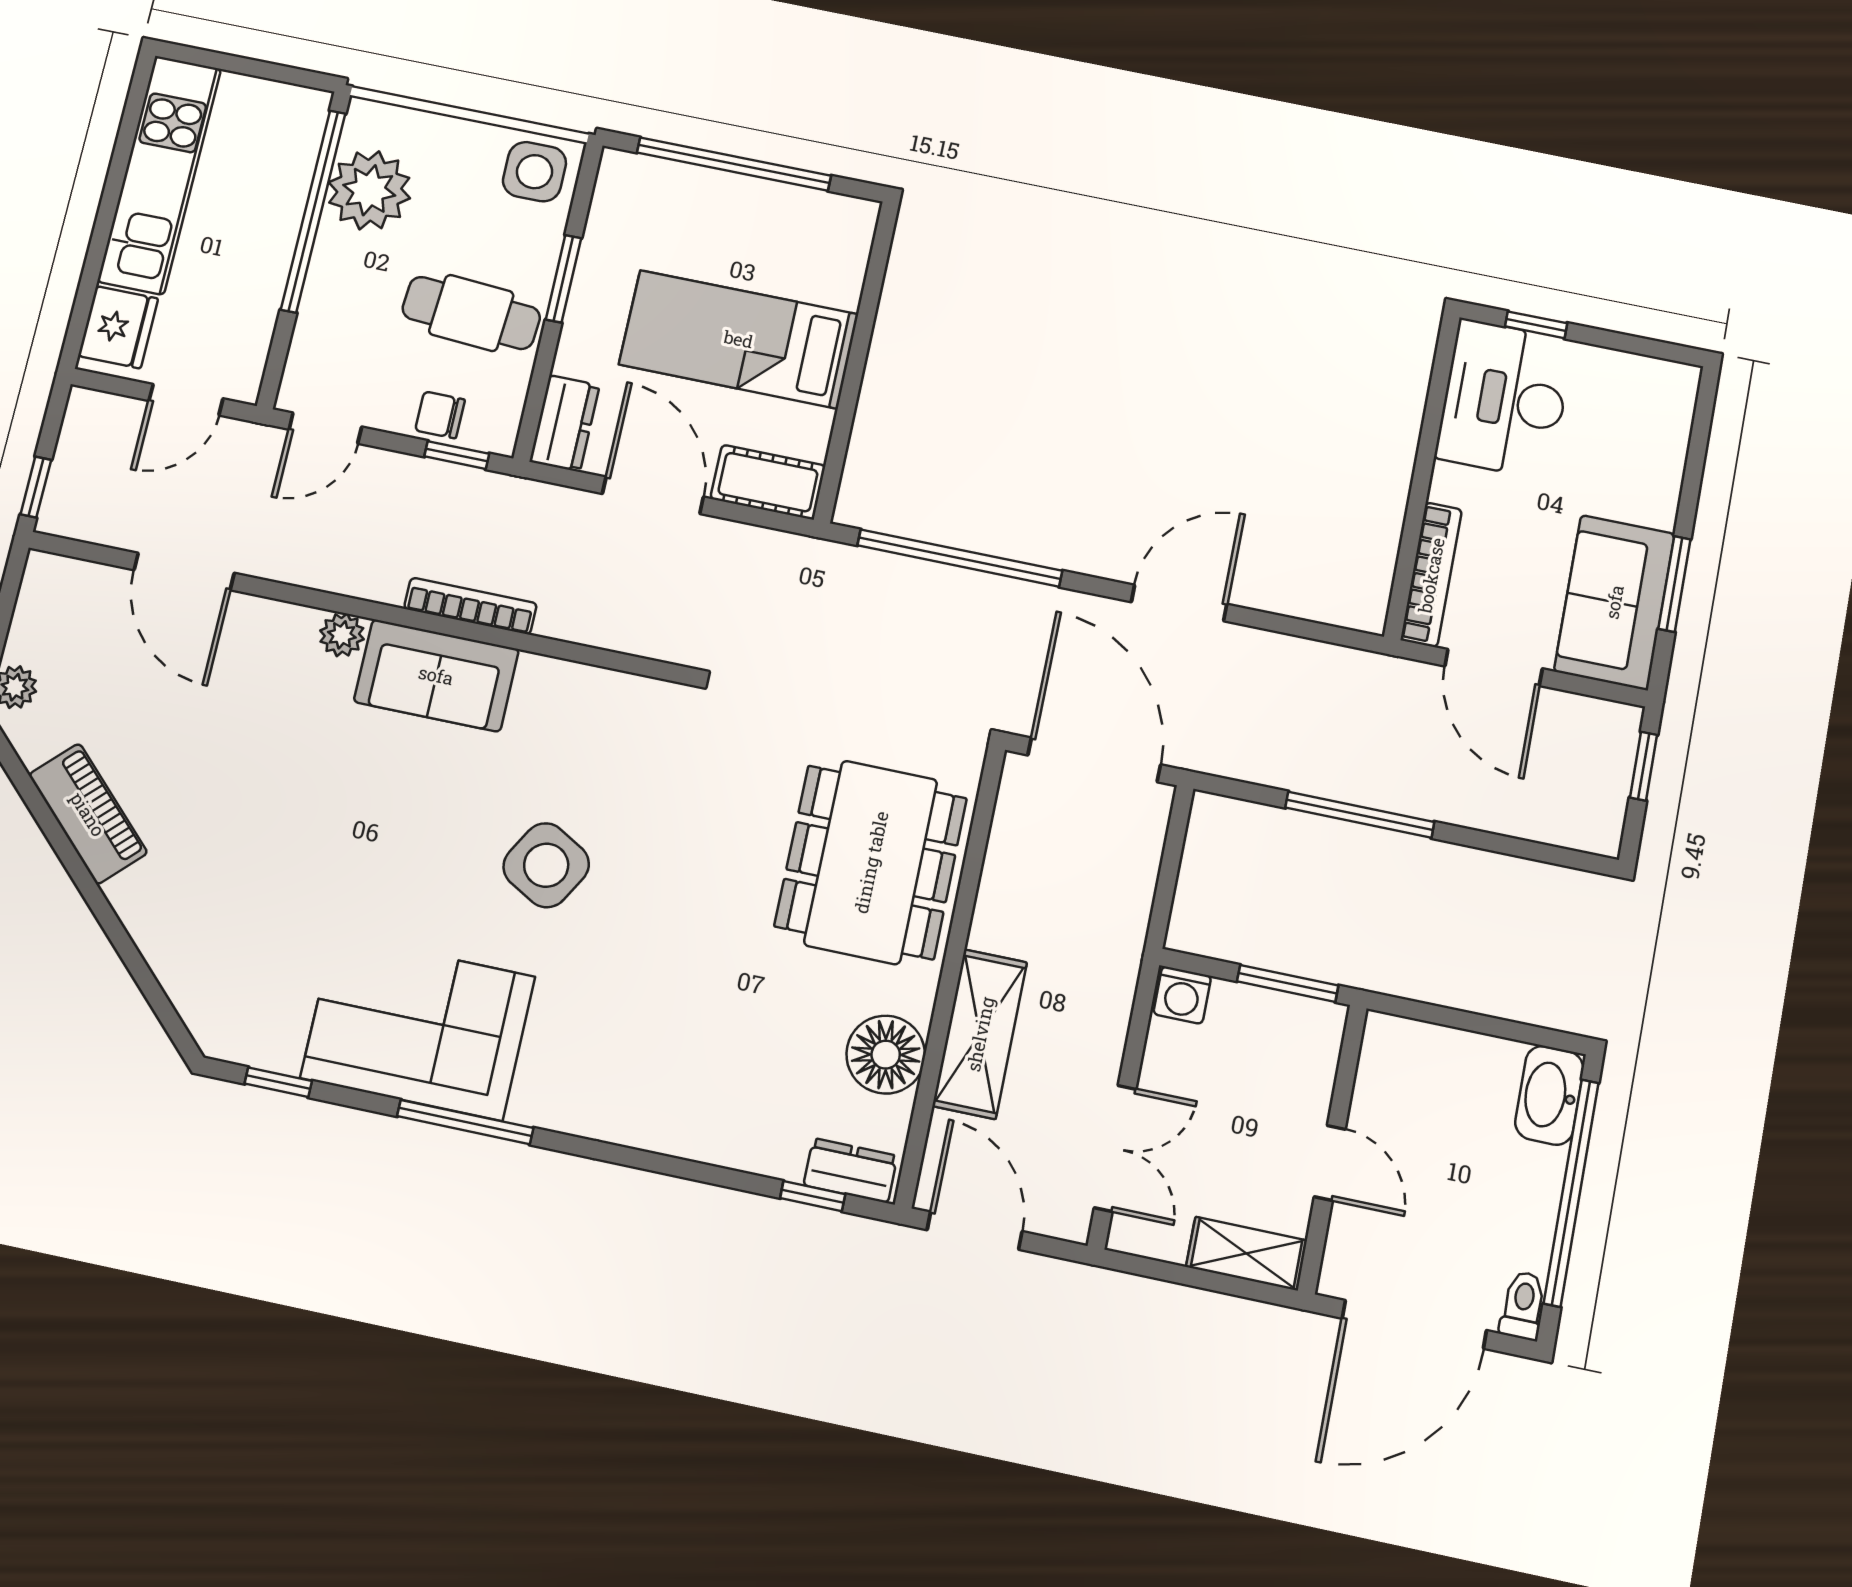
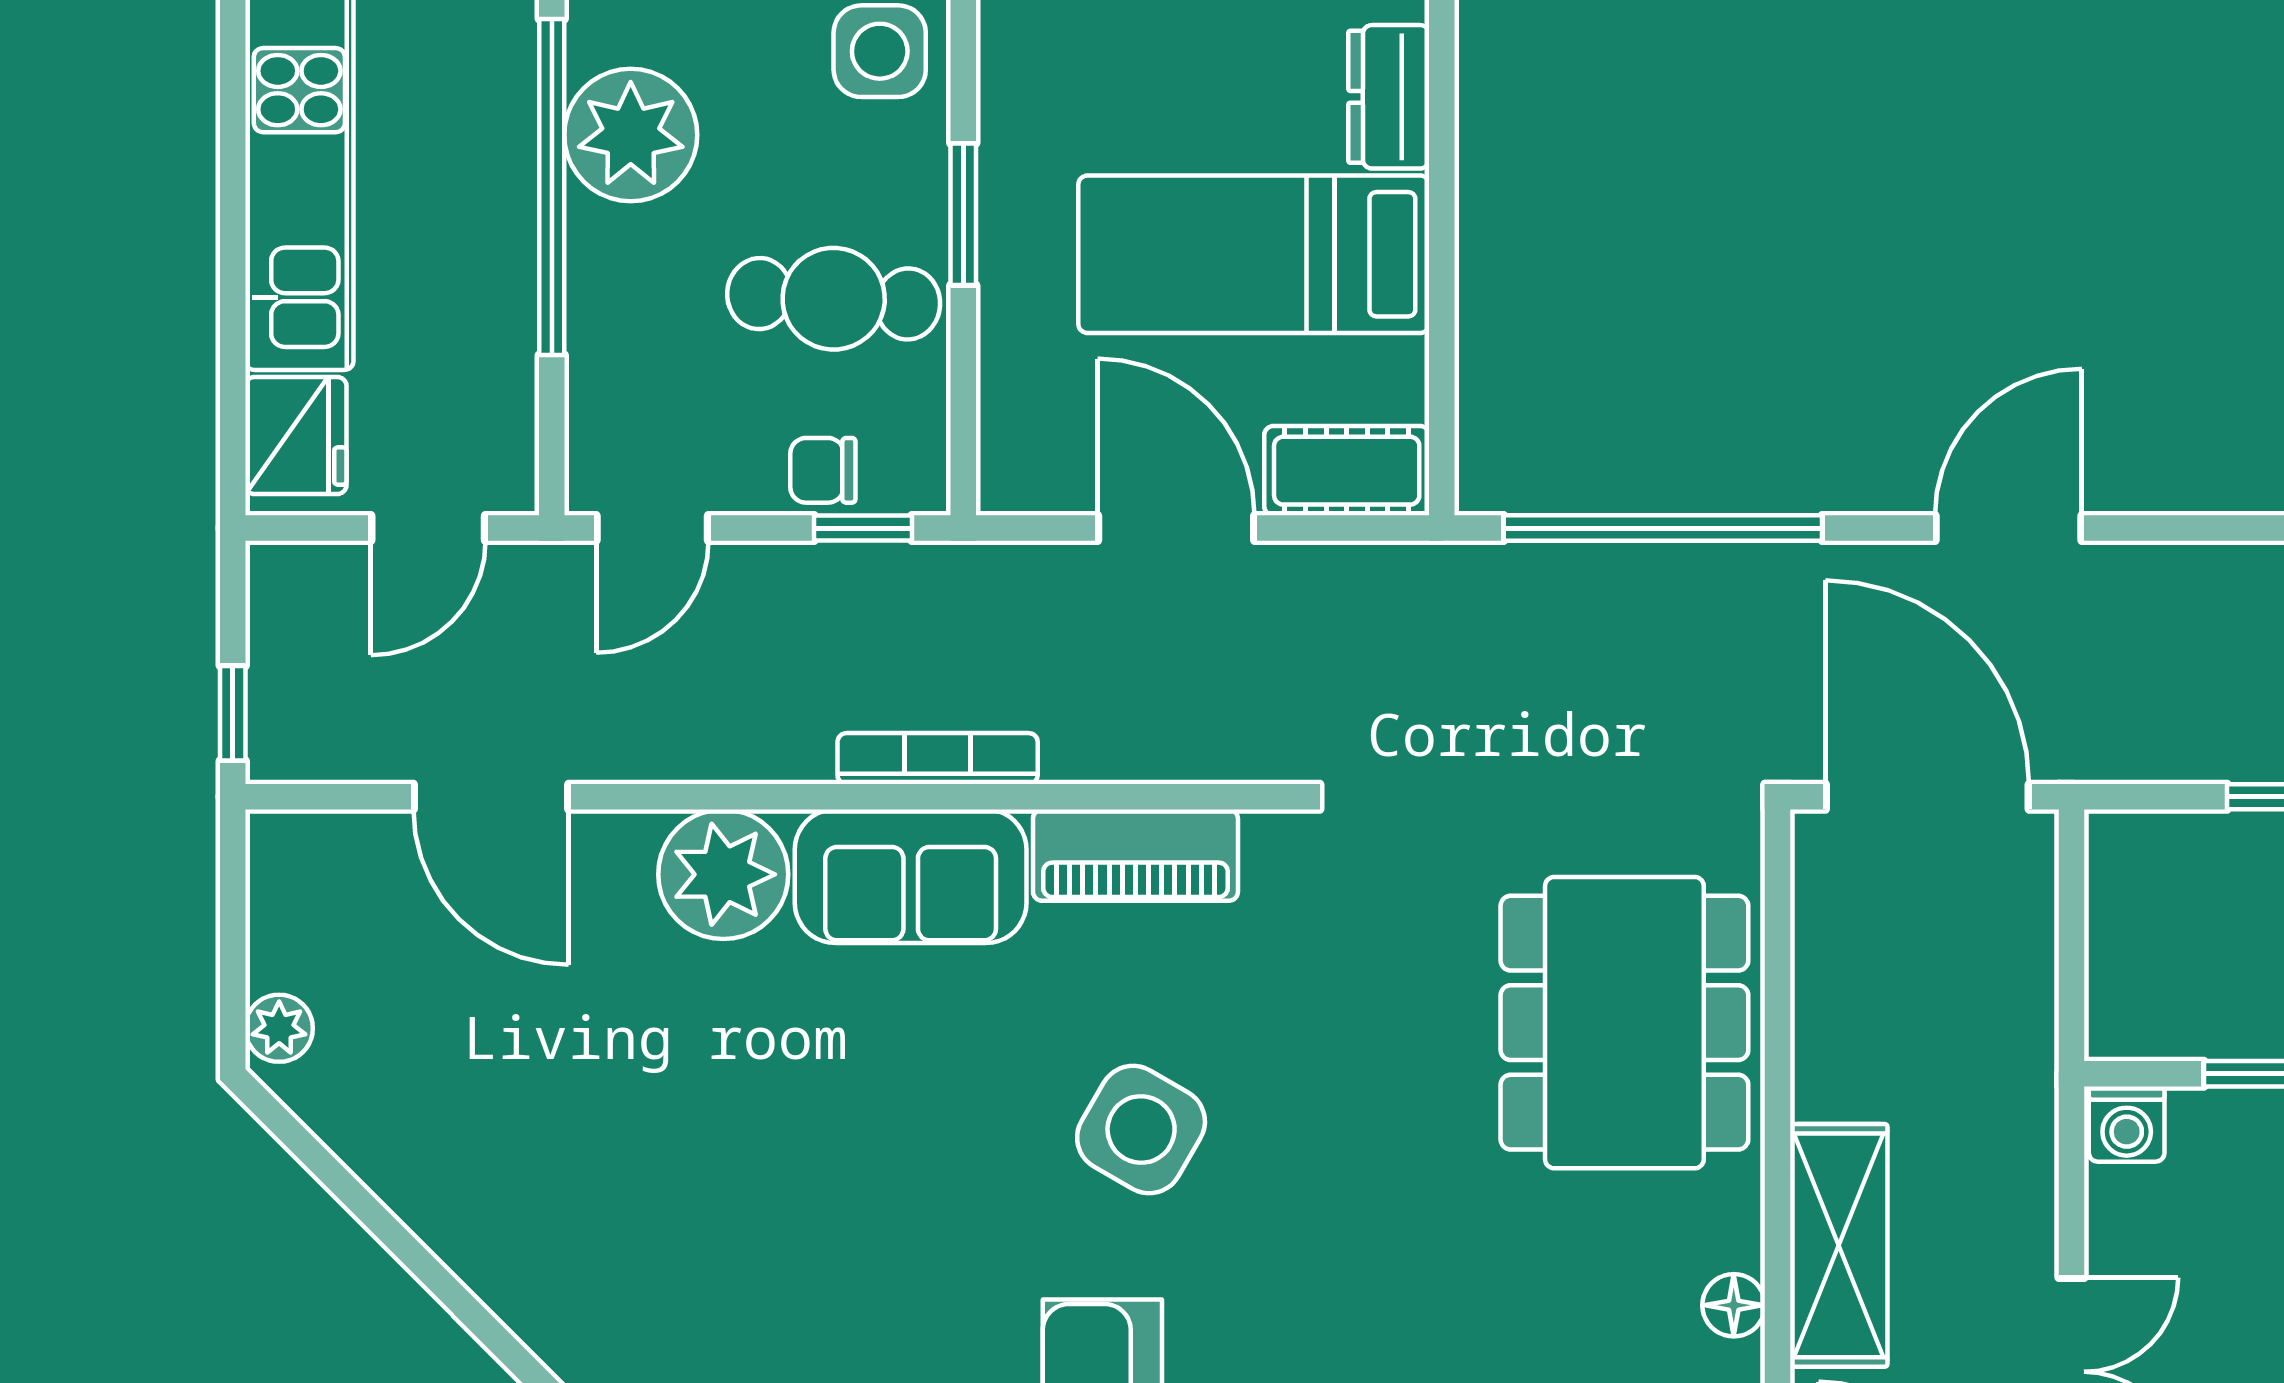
dresser: (564, 423) -> (1389, 97), moved, turned 180
plant: (342, 635) -> (723, 874), width x1.87, depth x1.87
piano: (88, 814) -> (1135, 855), moved, turned 135
floor lamp: (886, 1055) -> (1734, 1305), width x0.53, depth x0.53

